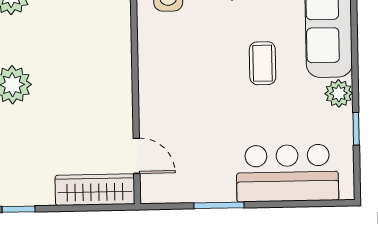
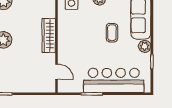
bar counter: (287, 173) -> (114, 80), width x1.36
wardrobe: (95, 190) -> (49, 36), moved, turned -90

